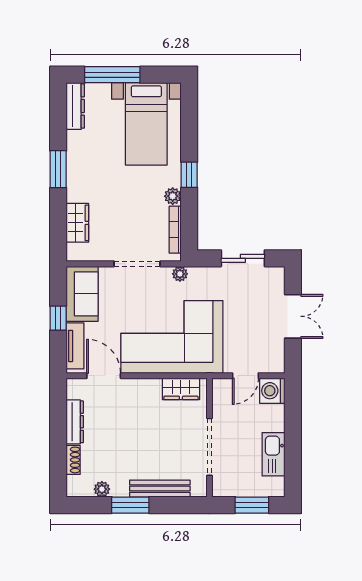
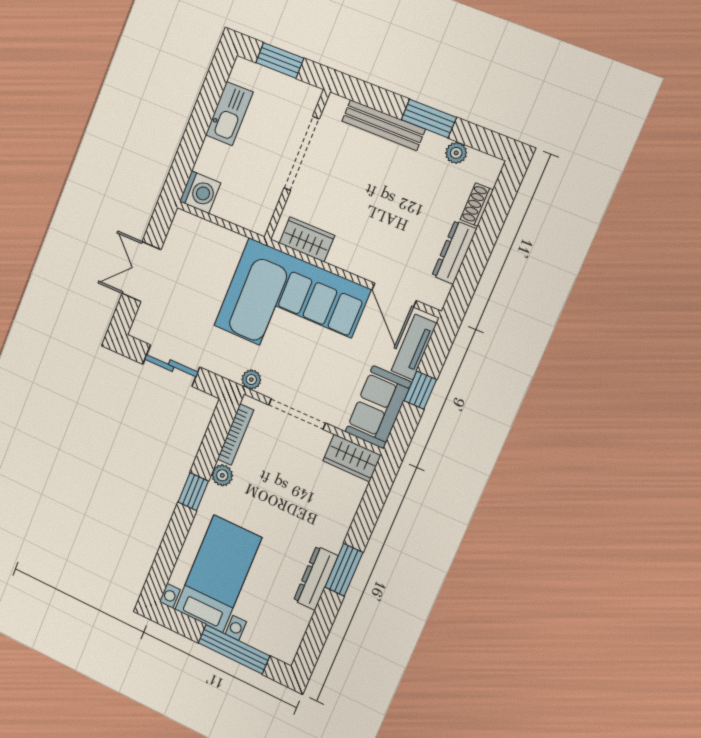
dresser: (75, 106) -> (316, 578), moved
wardrobe: (77, 223) -> (352, 458), moved, turned -90
door: (245, 376) -> (224, 224), removed

